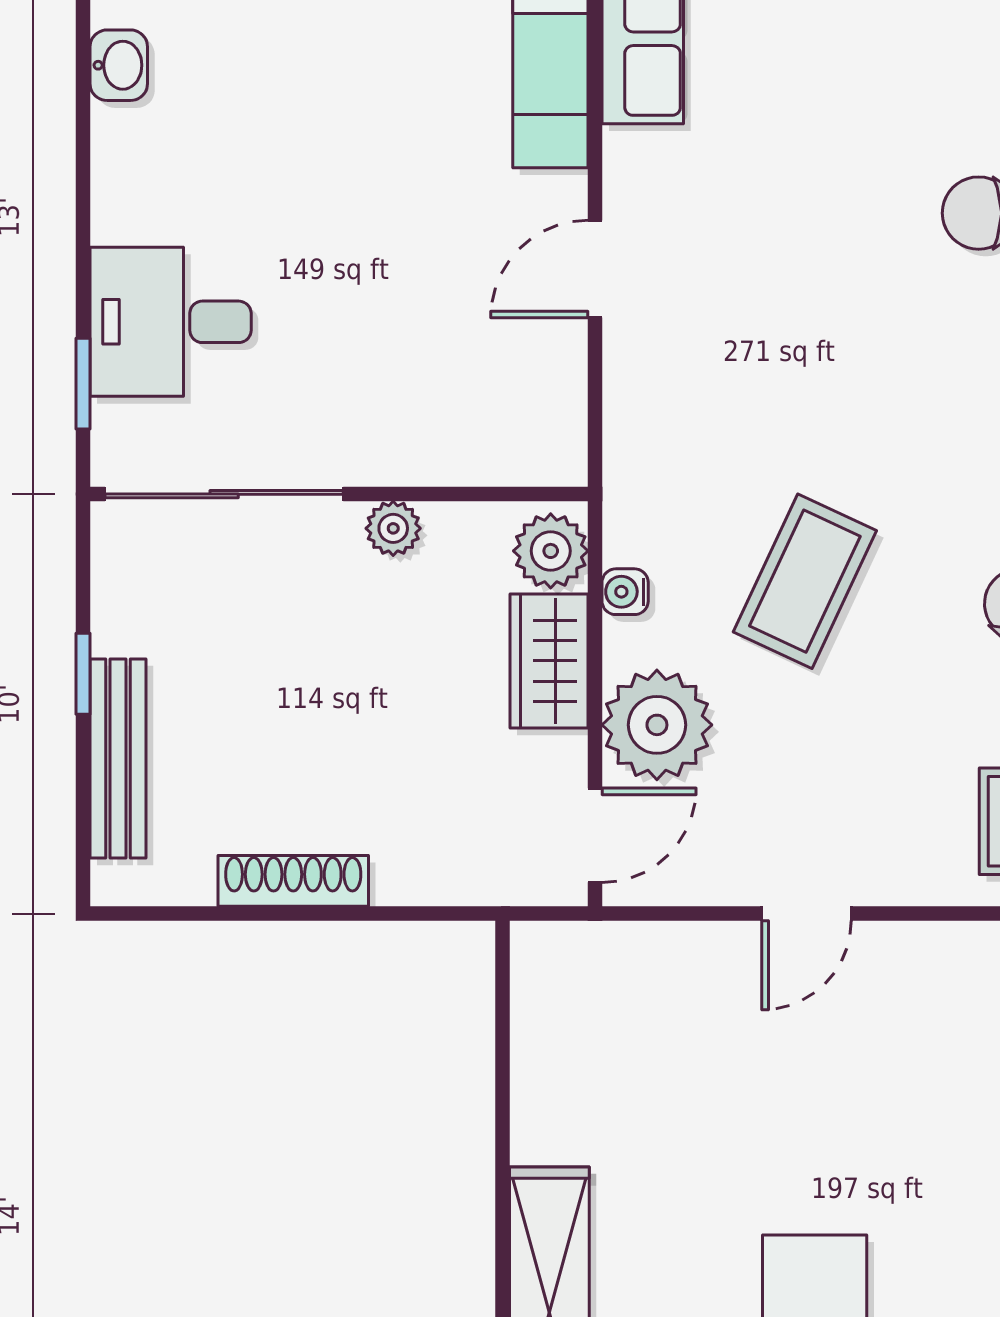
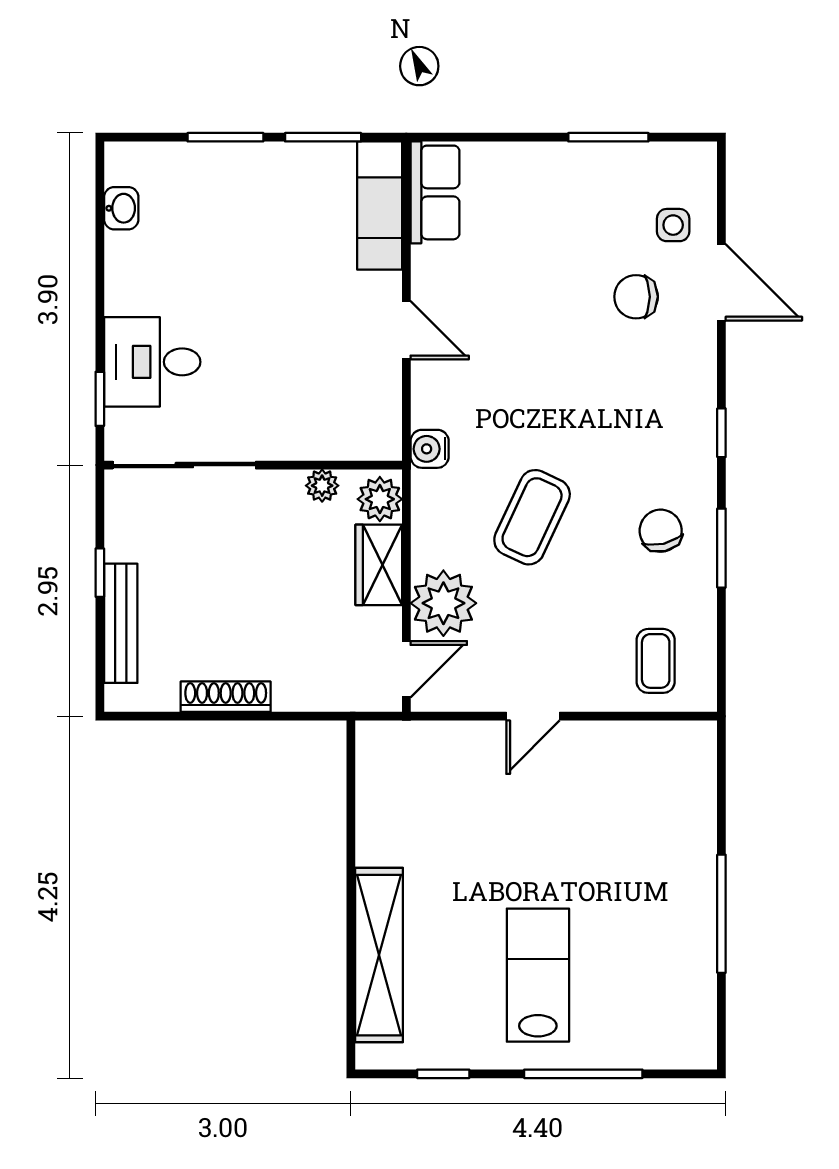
door: (595, 269) -> (406, 330), swing flipped
plant: (393, 528) -> (322, 486), moved
water cooler: (625, 592) -> (430, 449), moved, width x1.38, depth x1.38

